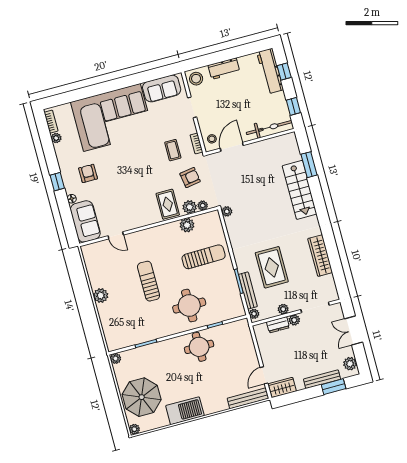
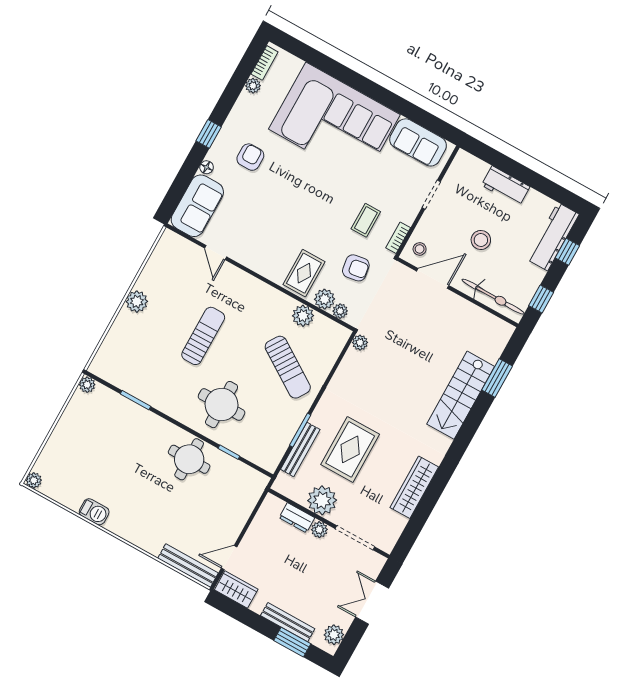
stool: (196, 79) -> (481, 240), moved
sun lounger: (204, 257) -> (288, 367), turned 34
plant: (283, 309) -> (322, 500), width x1.88, depth x1.88
plant: (254, 314) -> (283, 481), removed
parasol: (142, 397) -> (75, 453), removed
barbecue: (185, 411) -> (94, 512), width x0.53, depth x0.65

